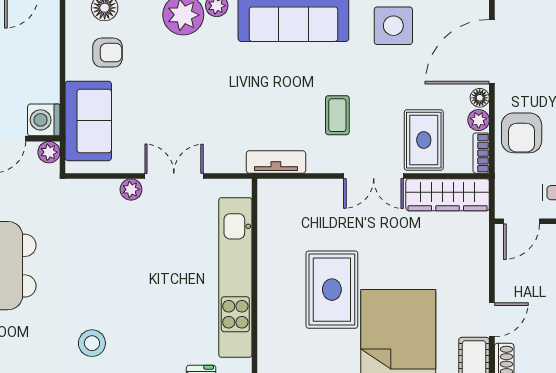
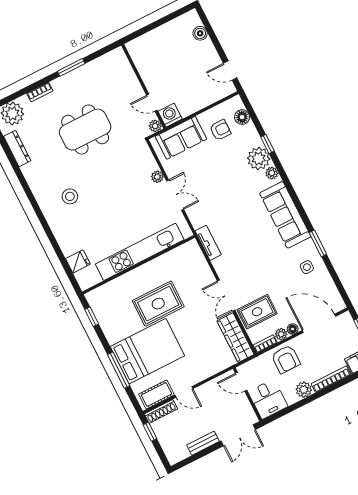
side table: (393, 26) -> (307, 267), width x0.54, depth x0.54
armchair: (108, 53) -> (220, 130), turned -90
coffee table: (337, 115) -> (247, 262), removed
armchair: (522, 133) -> (286, 359), turned -90

